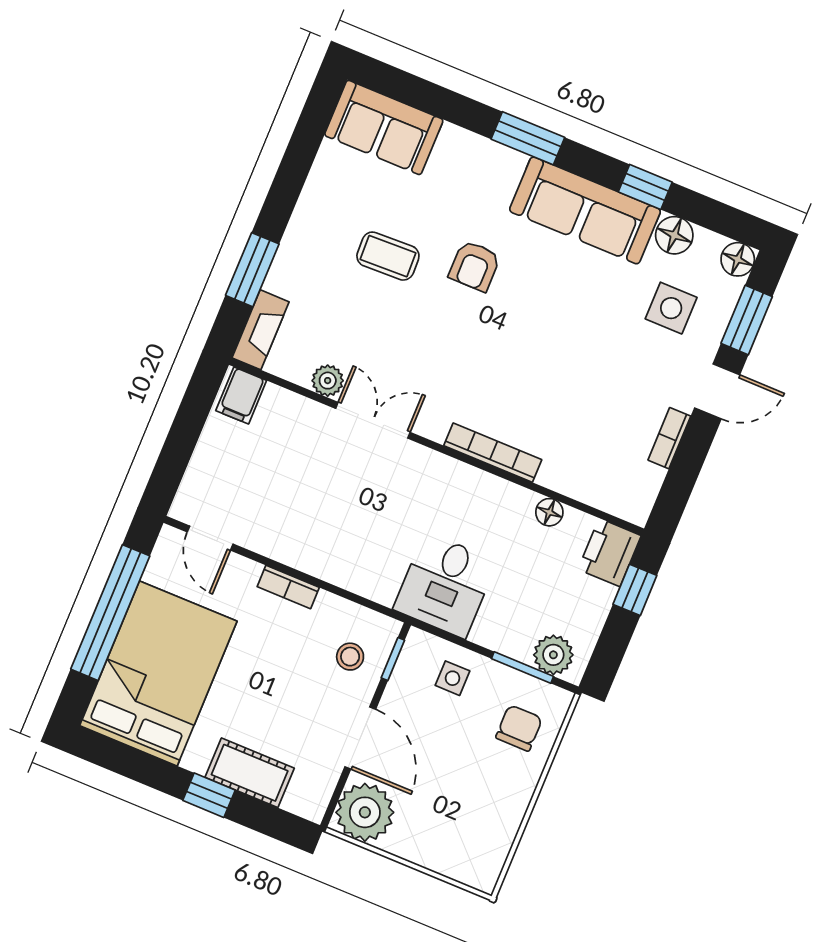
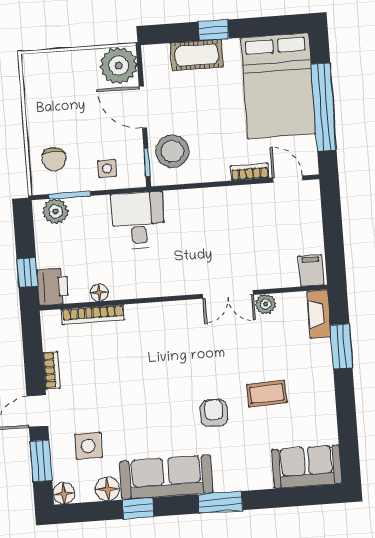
bookcase: (493, 453) -> (93, 315), moved
bookcase: (288, 587) -> (250, 172), moved
stool: (350, 657) -> (172, 151), width x1.89, depth x1.89

